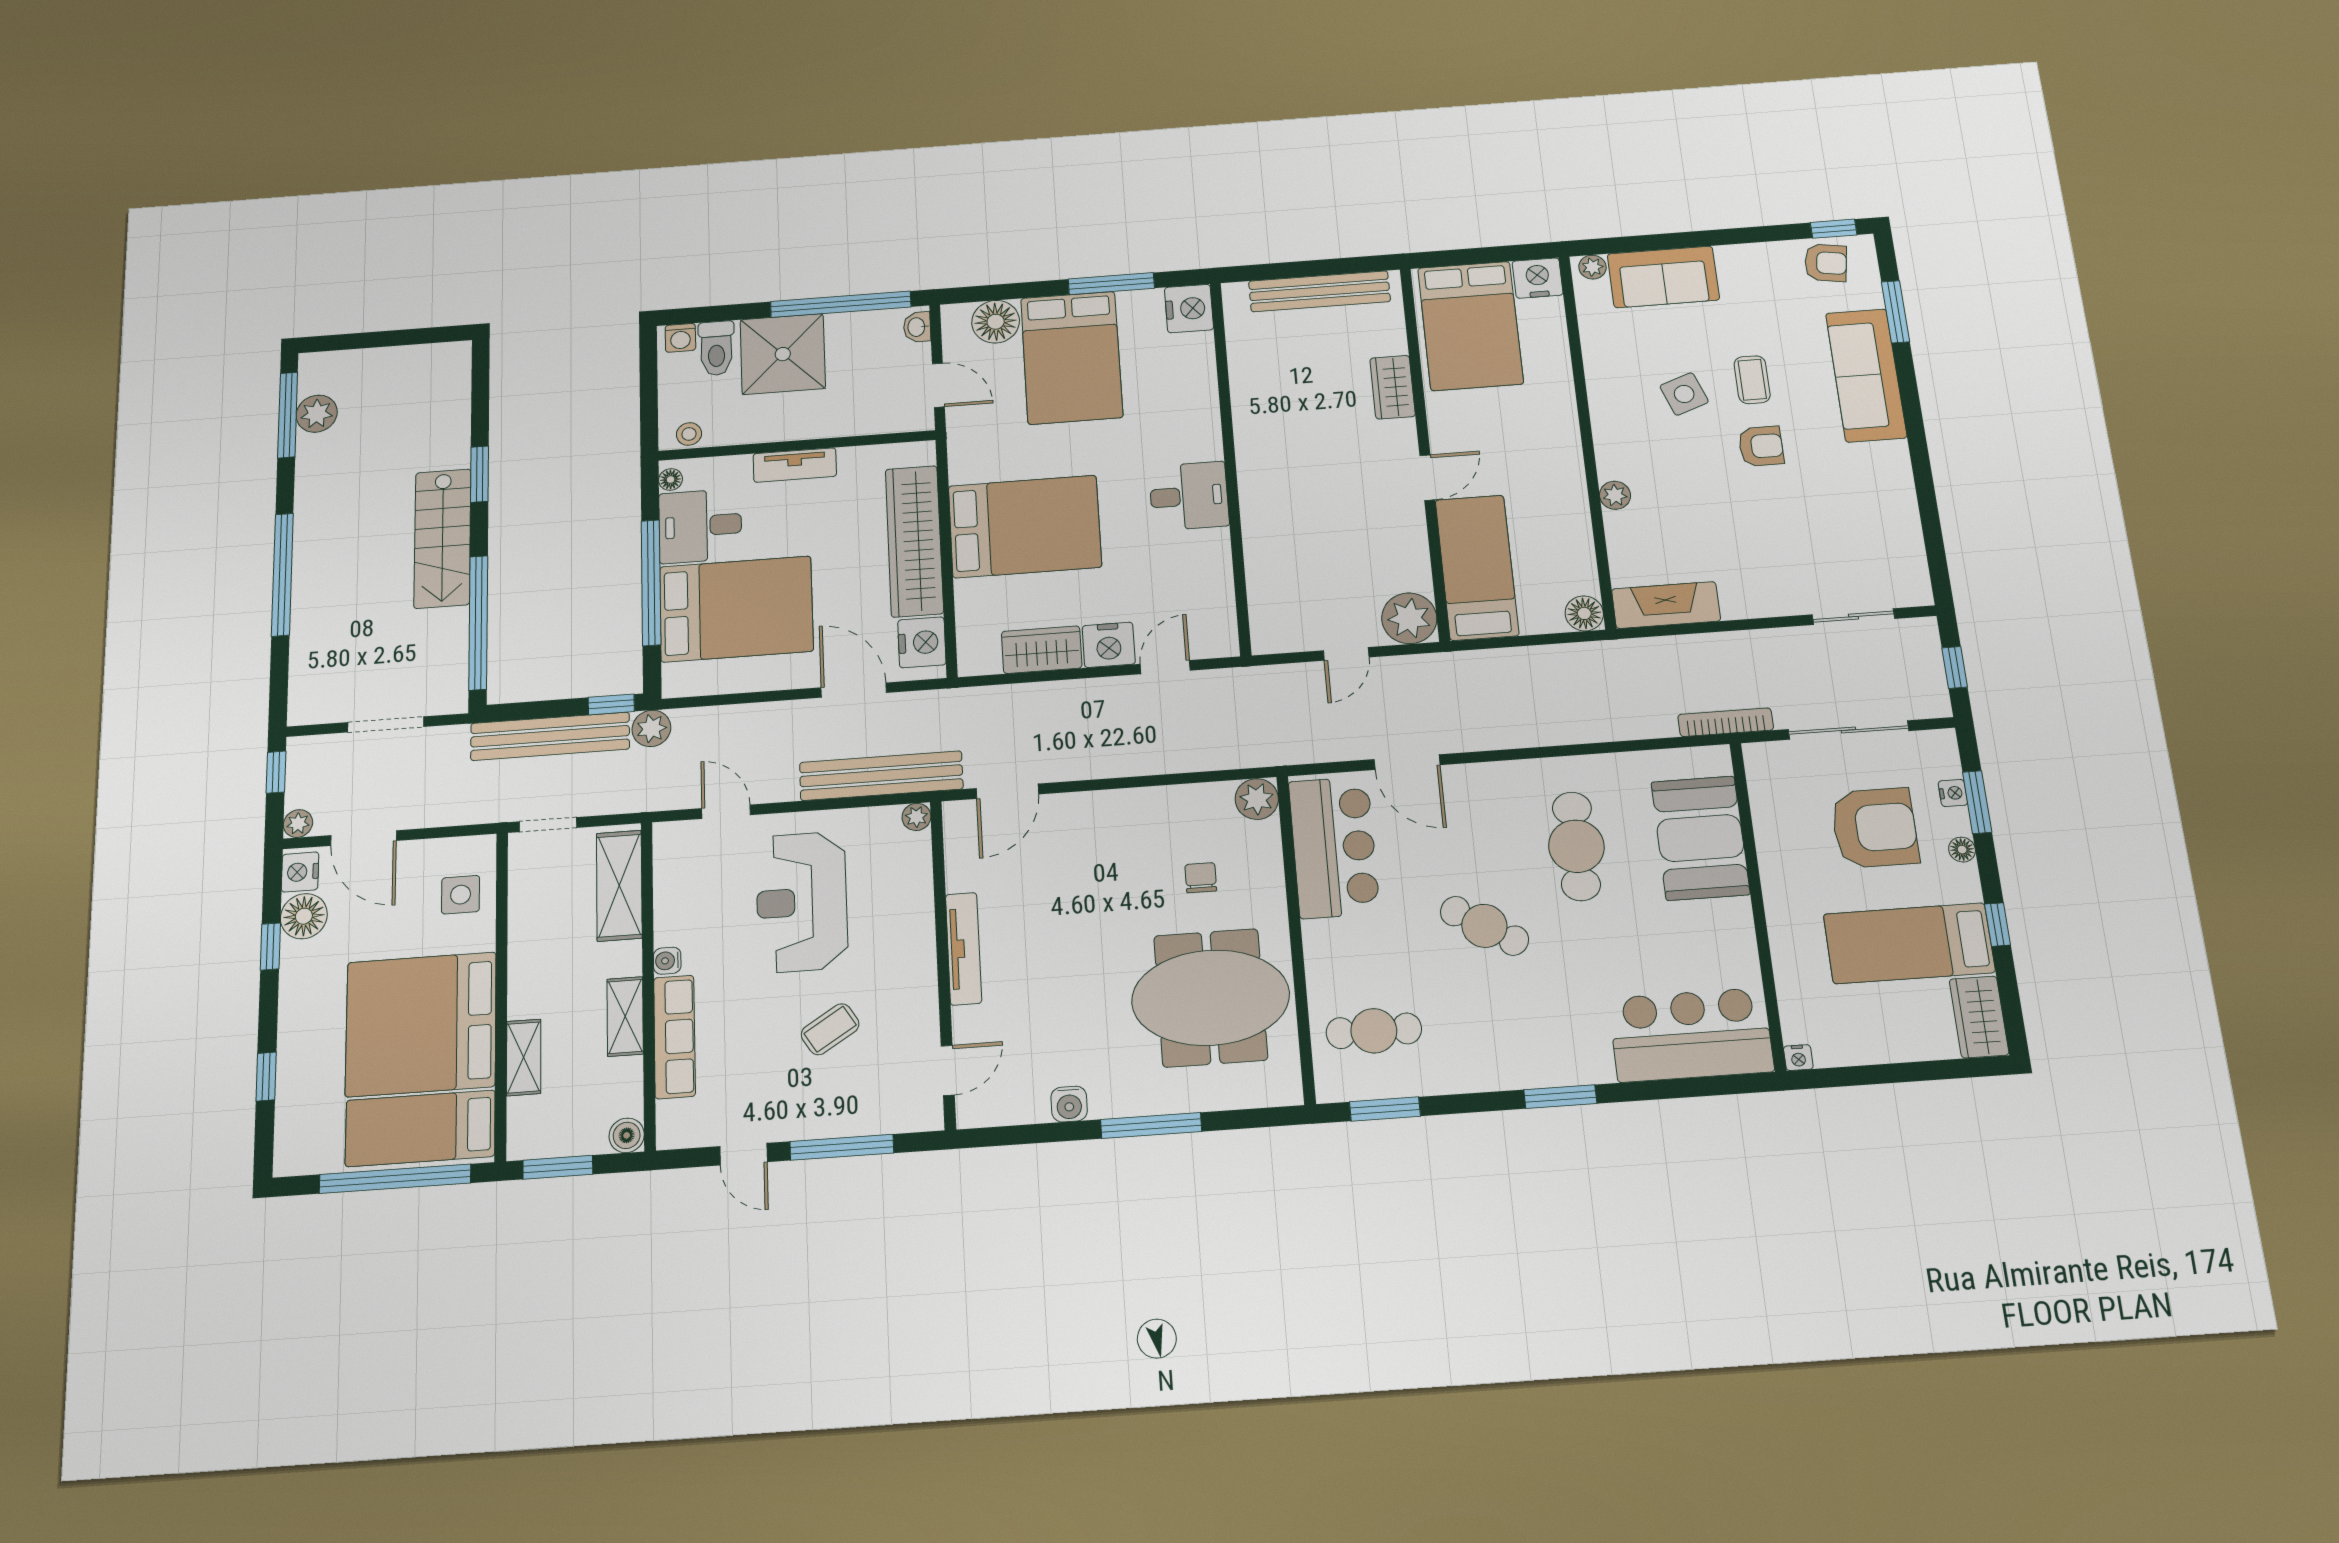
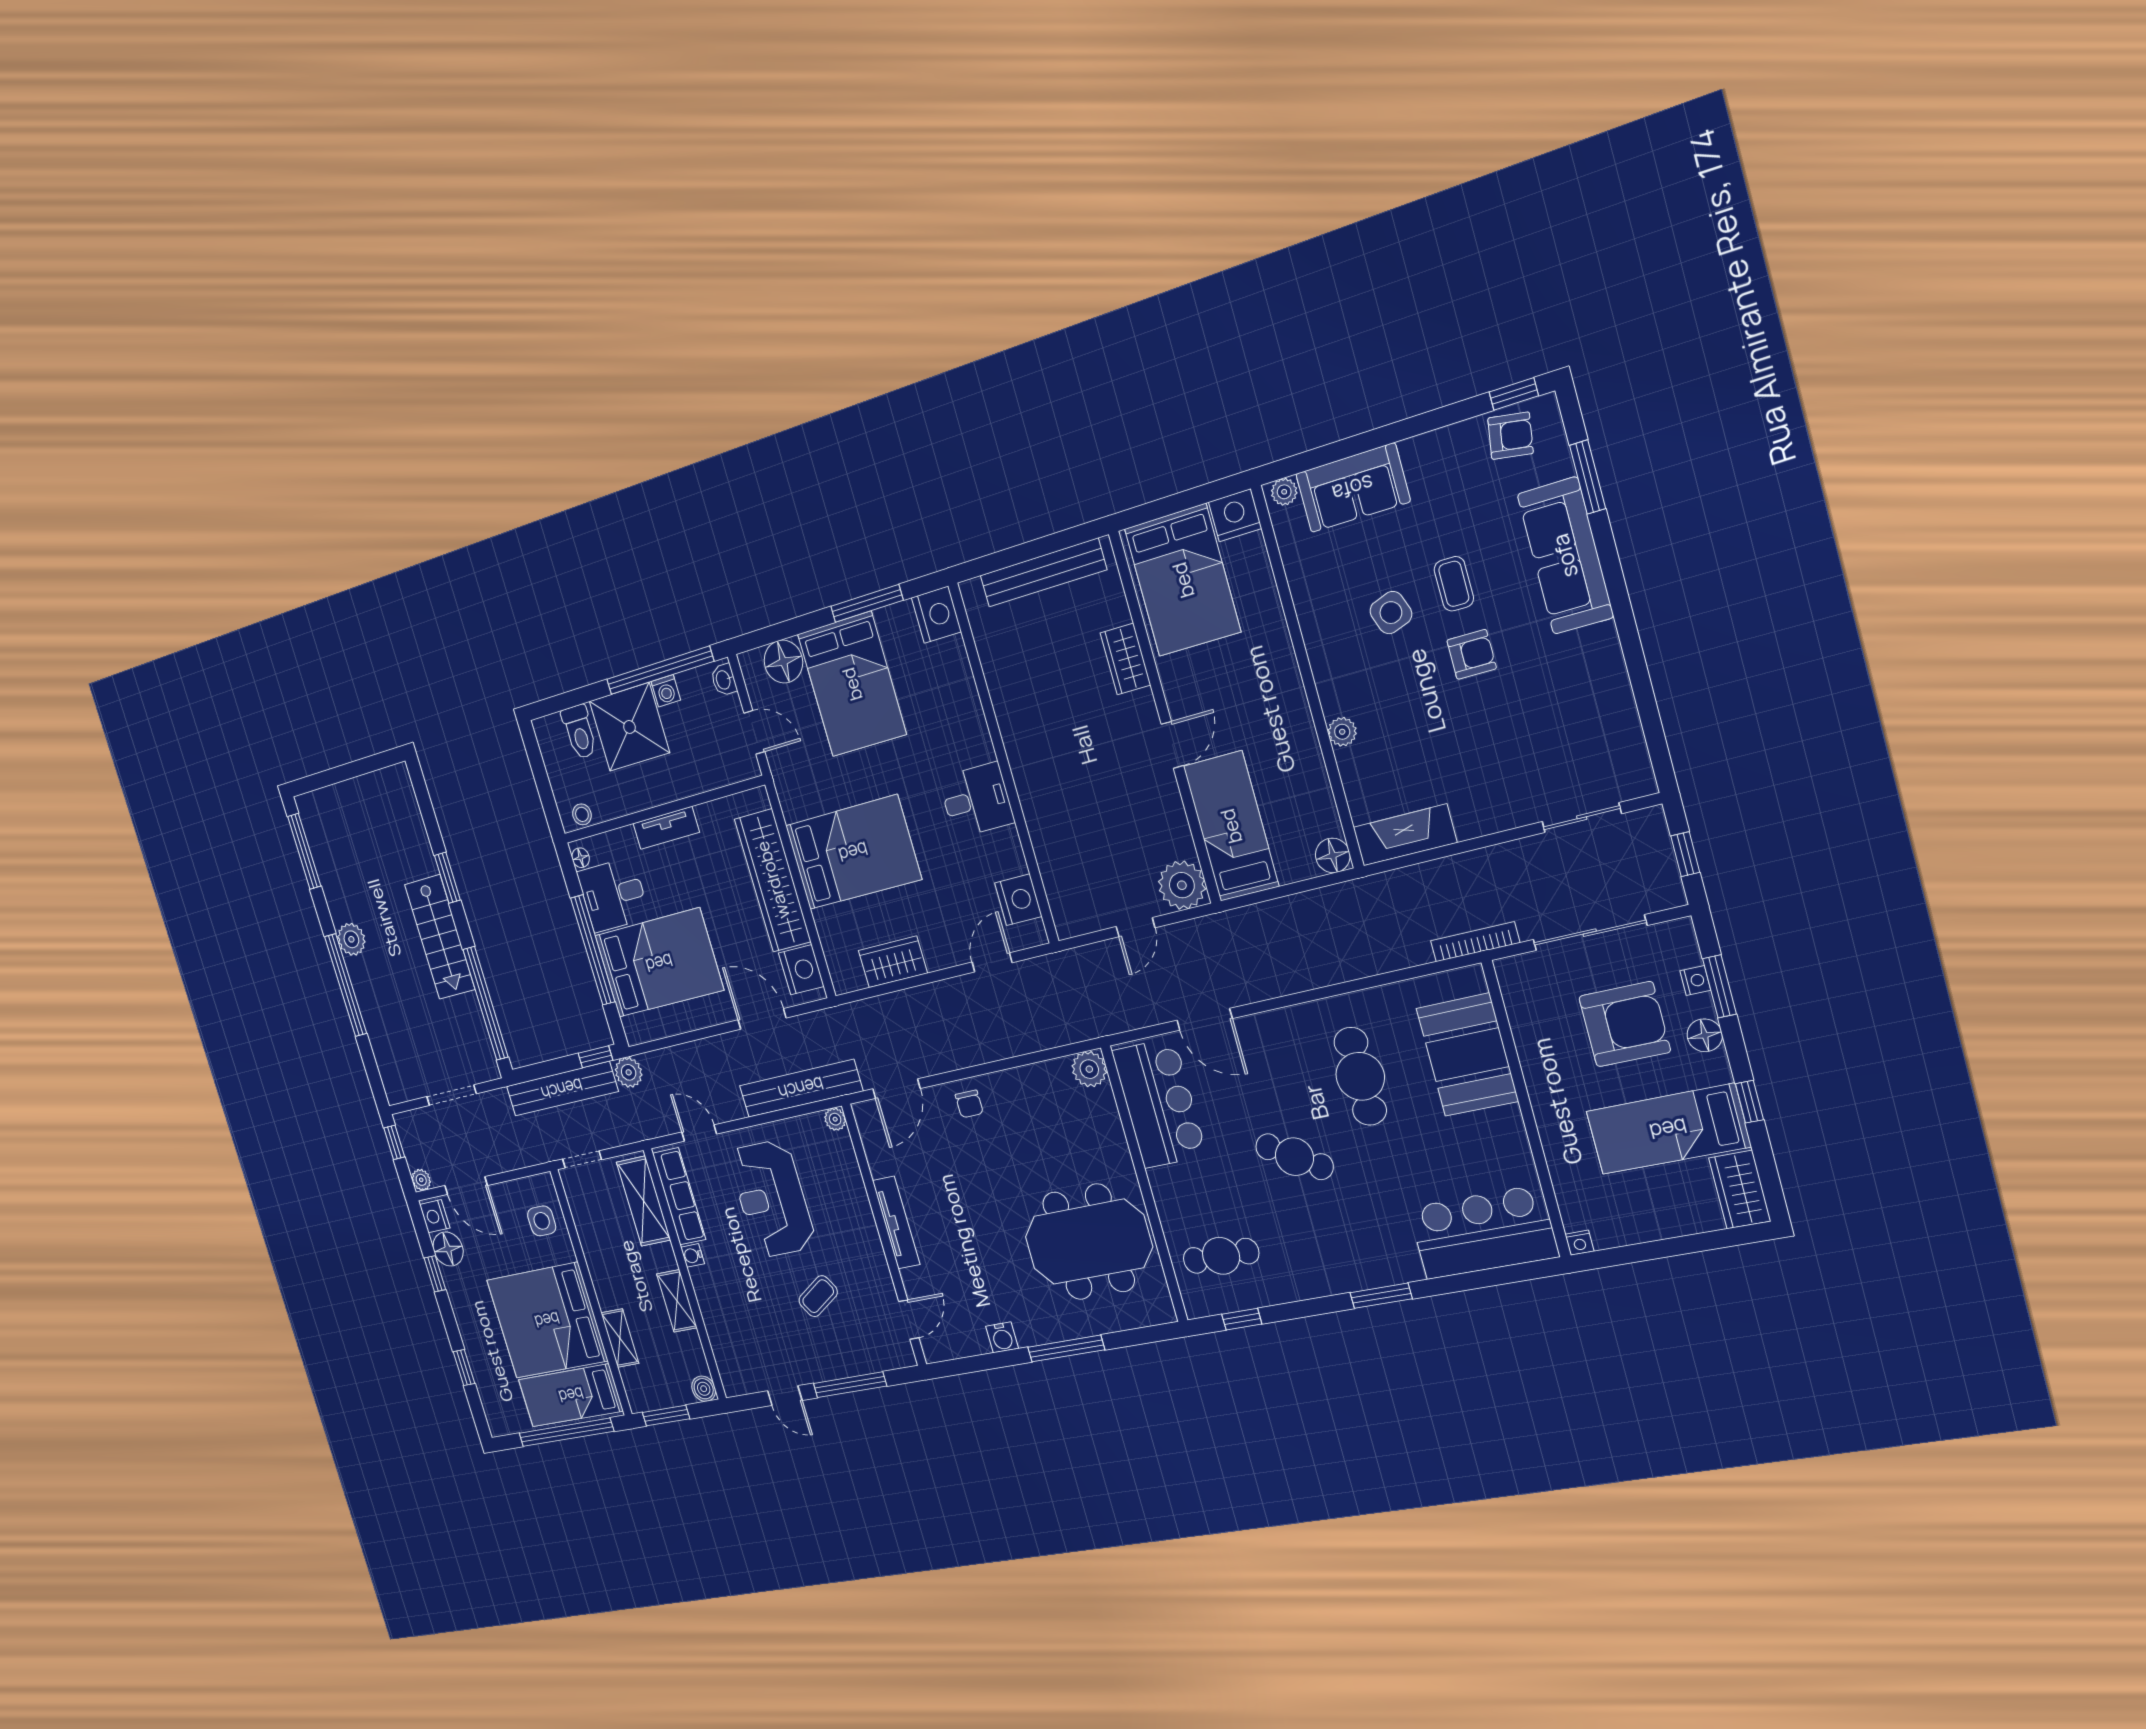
washing machine: (680, 338) -> (666, 691), moved
plant: (317, 414) -> (351, 939), moved
nightstand: (1109, 645) -> (1018, 900), moved, turned -90
floor lamp: (1962, 850) -> (1705, 1035), width x1.37, depth x1.37
chair: (1201, 878) -> (969, 1104), moved, turned 180
row of seats: (674, 1037) -> (679, 1196), moved
window: (1385, 1109) -> (1242, 1319), width x0.67

